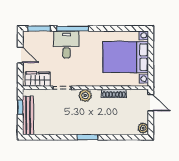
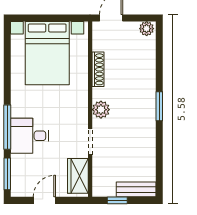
bench: (28, 116) -> (136, 189), width x0.73

